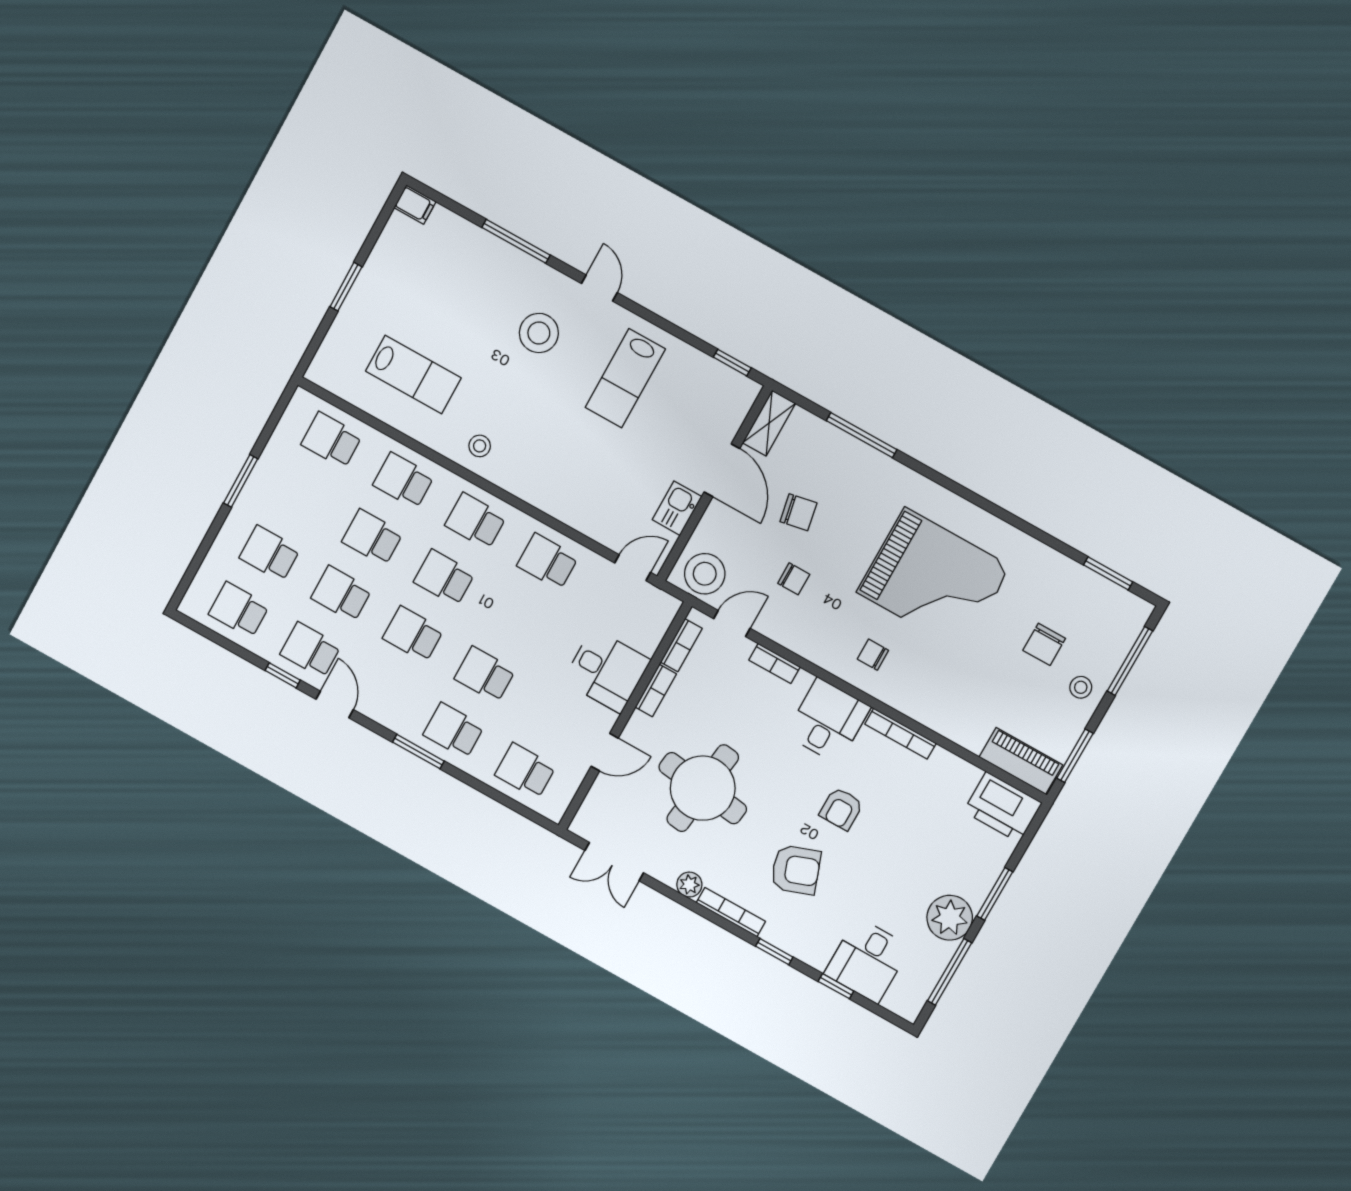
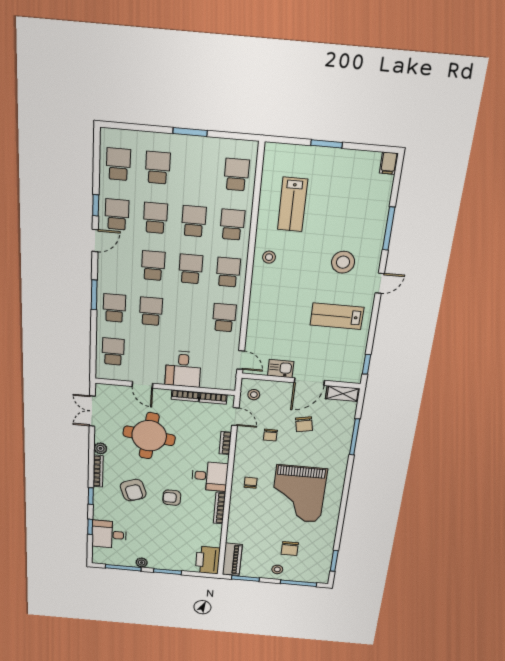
stool: (705, 574) -> (254, 395), width x0.53, depth x0.53
chair: (1044, 644) -> (290, 549), turned -90
plant: (950, 918) -> (142, 563), width x0.53, depth x0.53

